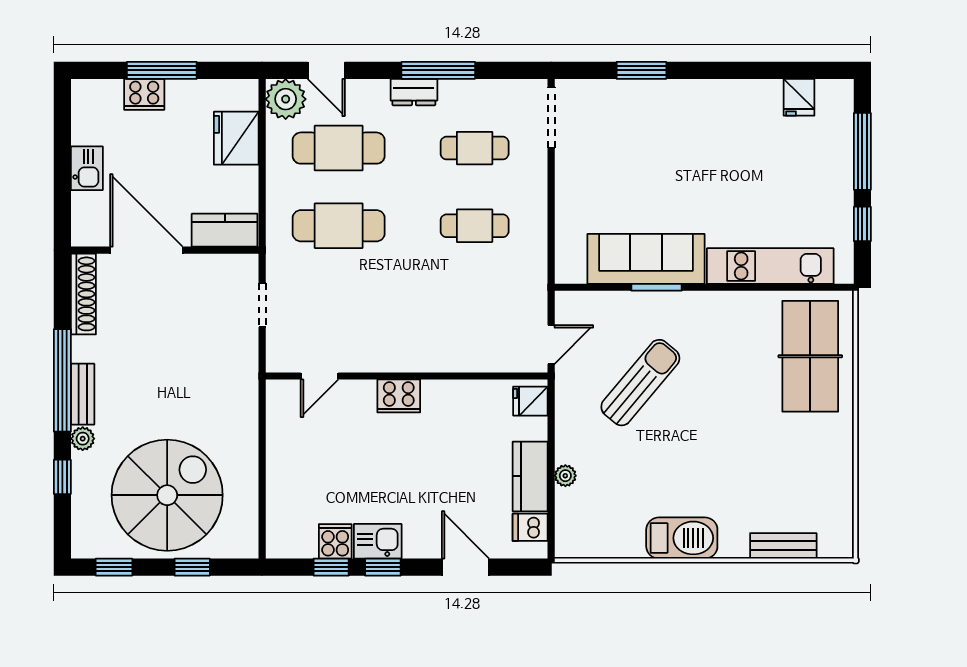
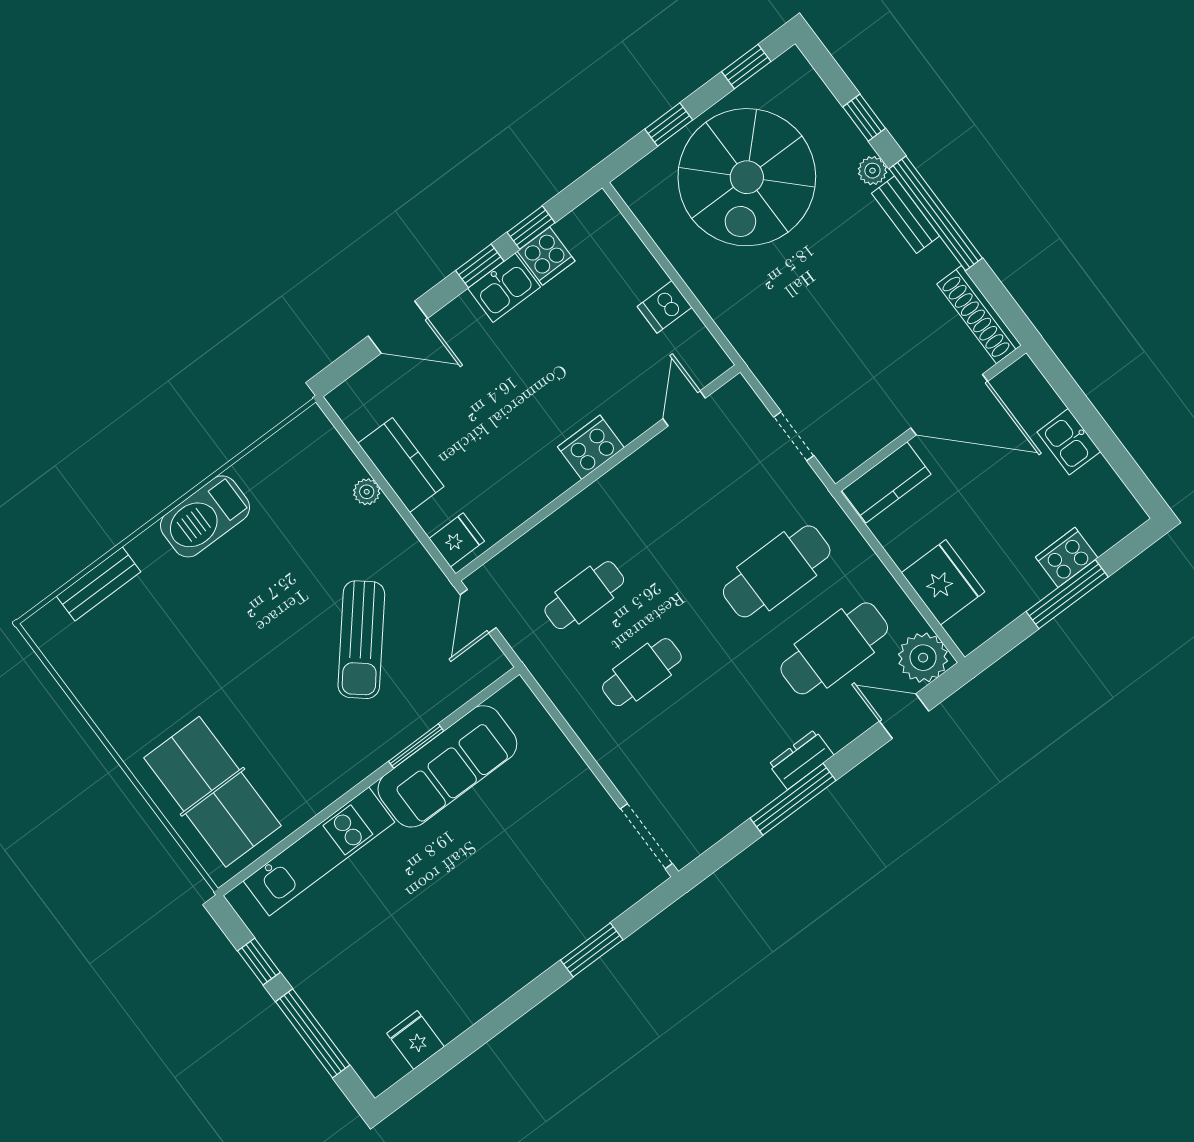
cafe table: (475, 148) -> (584, 595), moved
dishwasher: (530, 527) -> (665, 307), moved, turned 180

